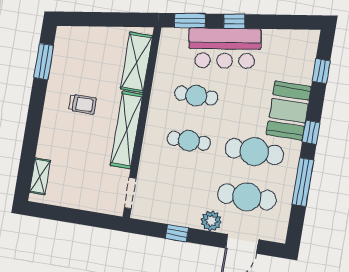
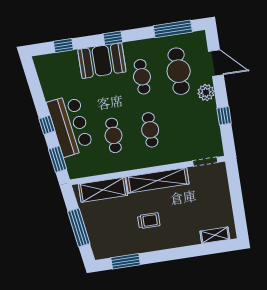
window: (101, 19) -> (79, 227), added
trolley: (83, 104) -> (149, 221), turned 90
cafe table: (254, 152) -> (142, 77), width x0.73, depth x0.74
window: (303, 182) -> (173, 29), moved

